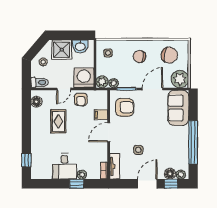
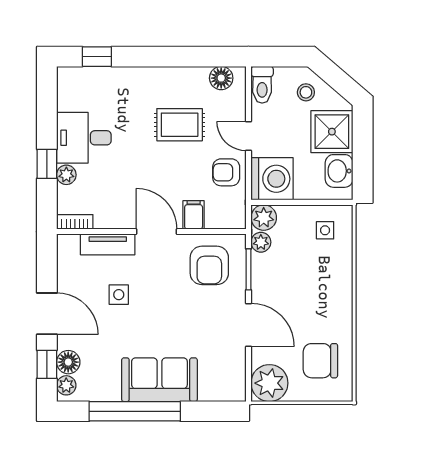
chair: (169, 55) -> (320, 361), turned 80
chair: (140, 56) -> (317, 297), removed
sofa: (178, 108) -> (159, 380), moved
tv unit: (115, 166) -> (108, 244), moved

